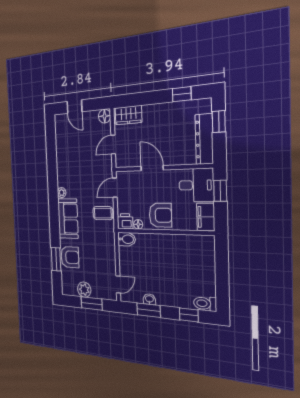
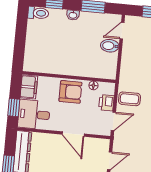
armchair: (160, 215) -> (70, 92), turned 180
printer: (125, 221) -> (106, 103), moved, turned 90
bidet: (127, 239) -> (110, 46), moved
washbasin: (149, 299) -> (73, 15), moved

